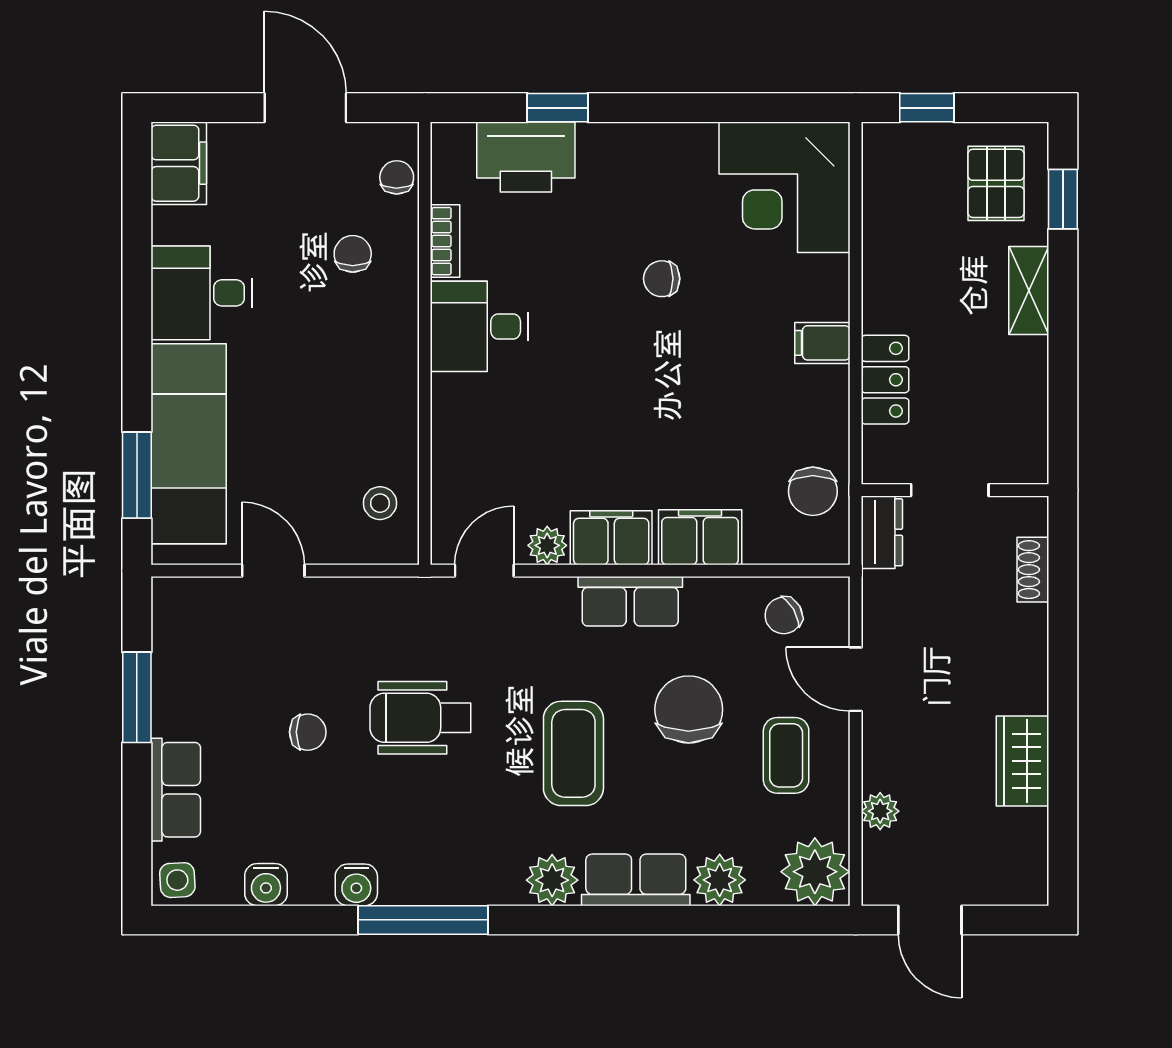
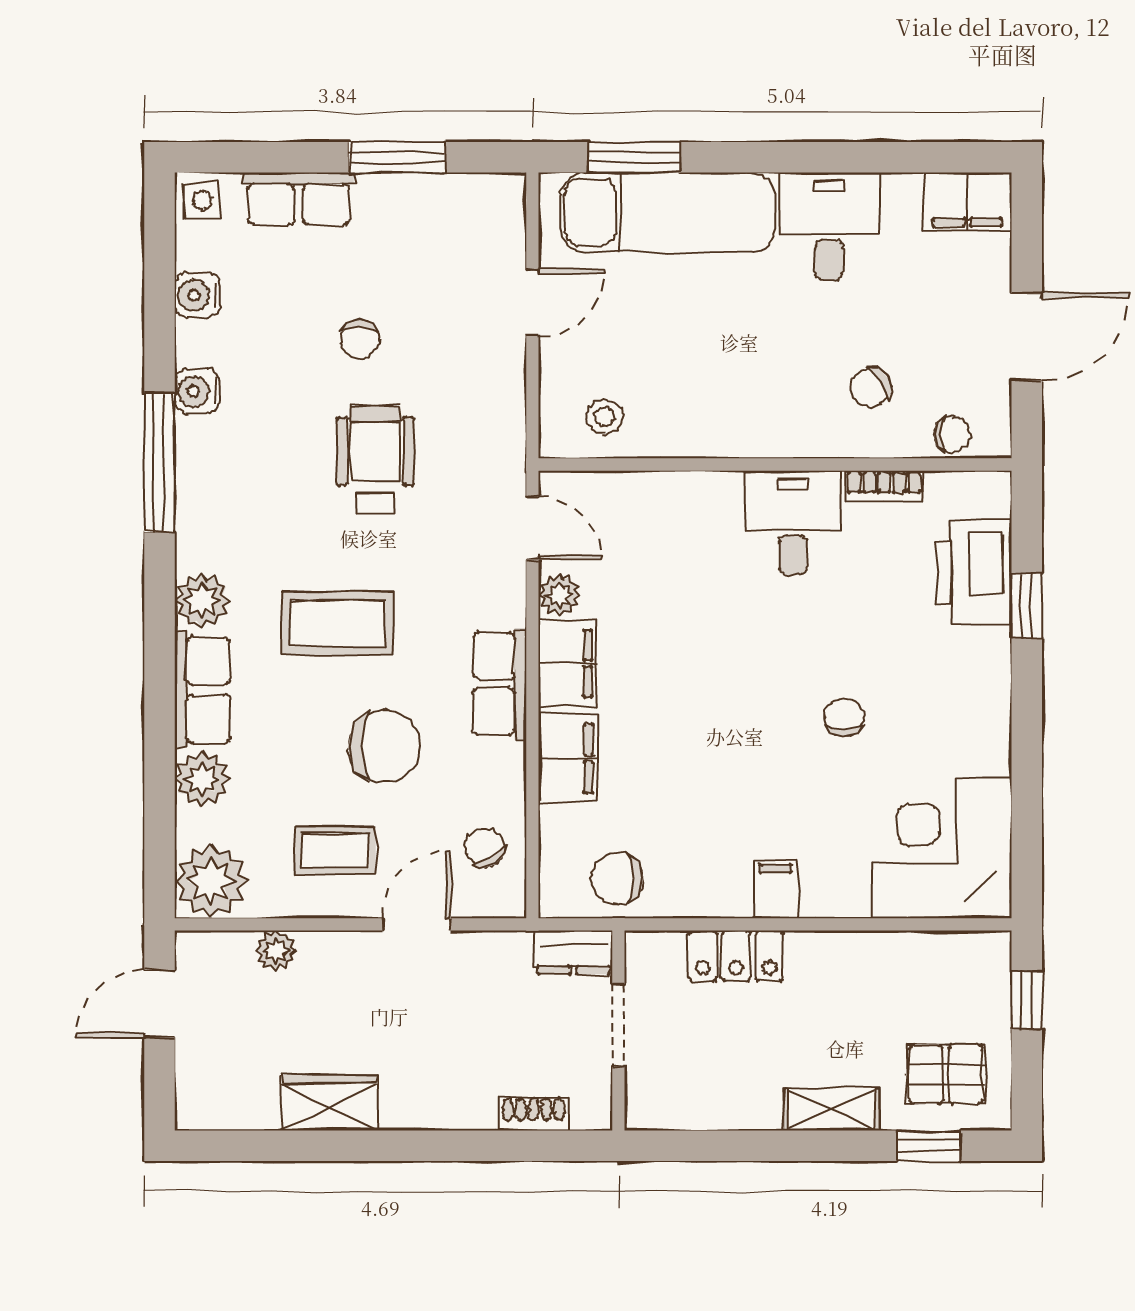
chair: (353, 254) -> (871, 388), turned 148

